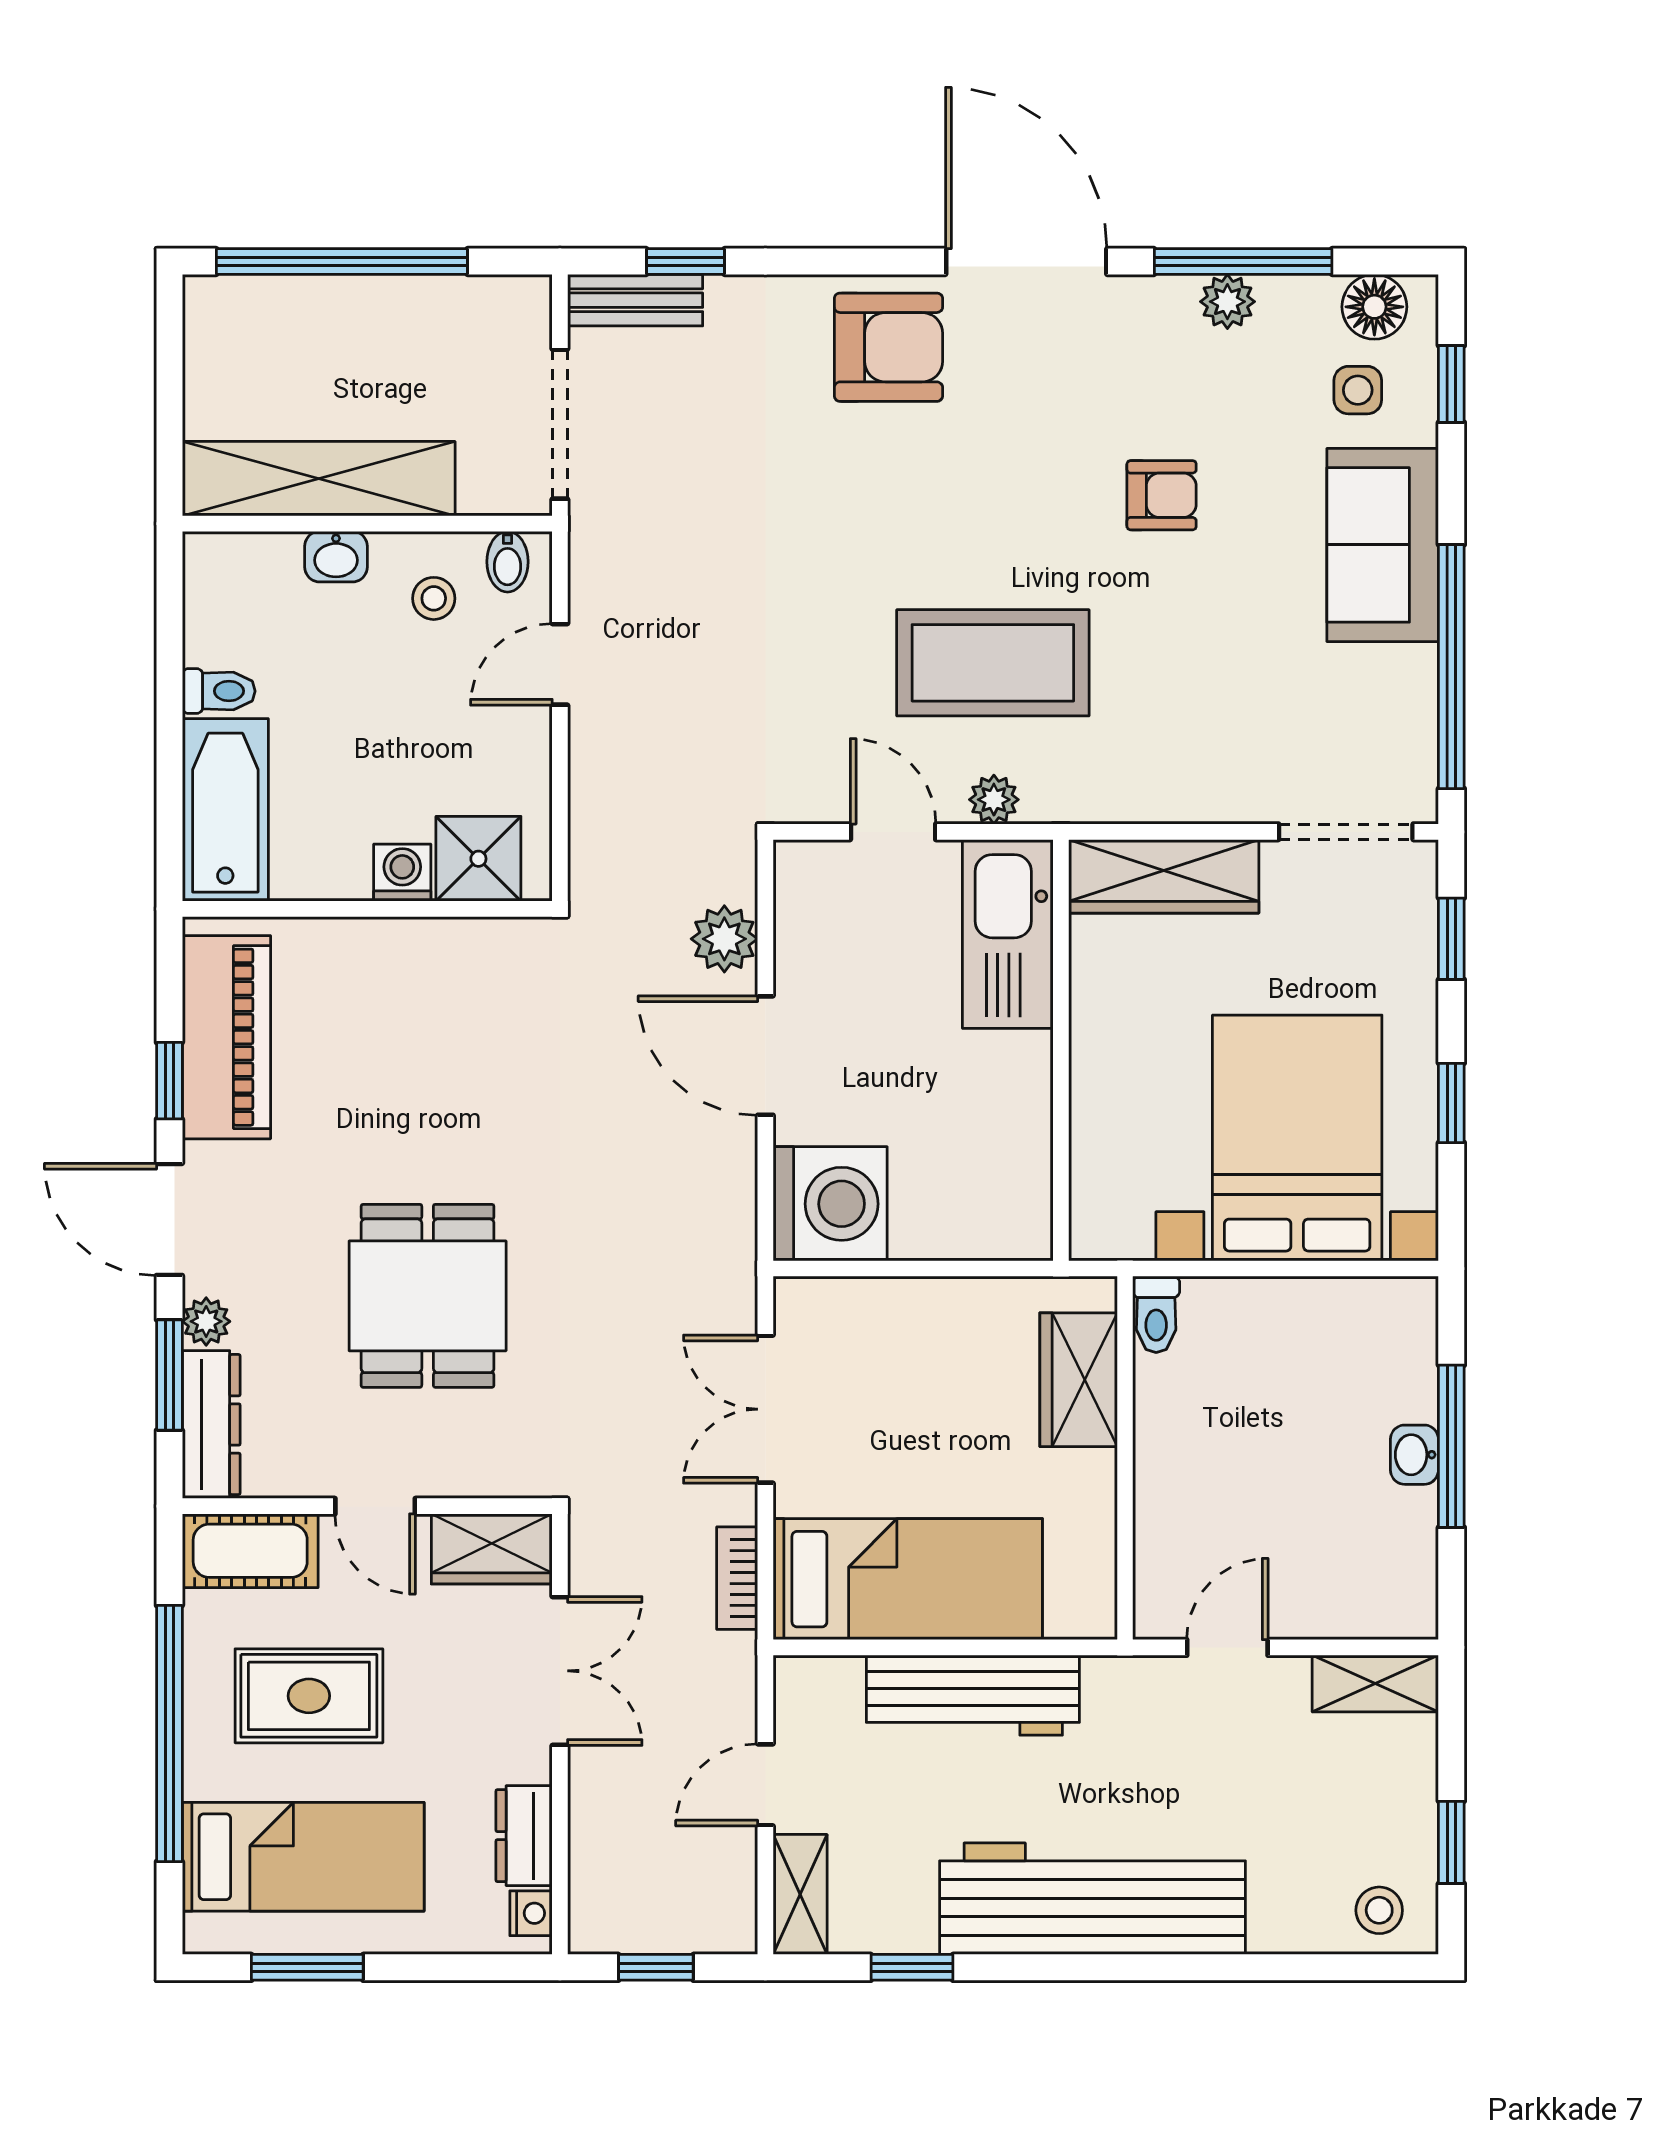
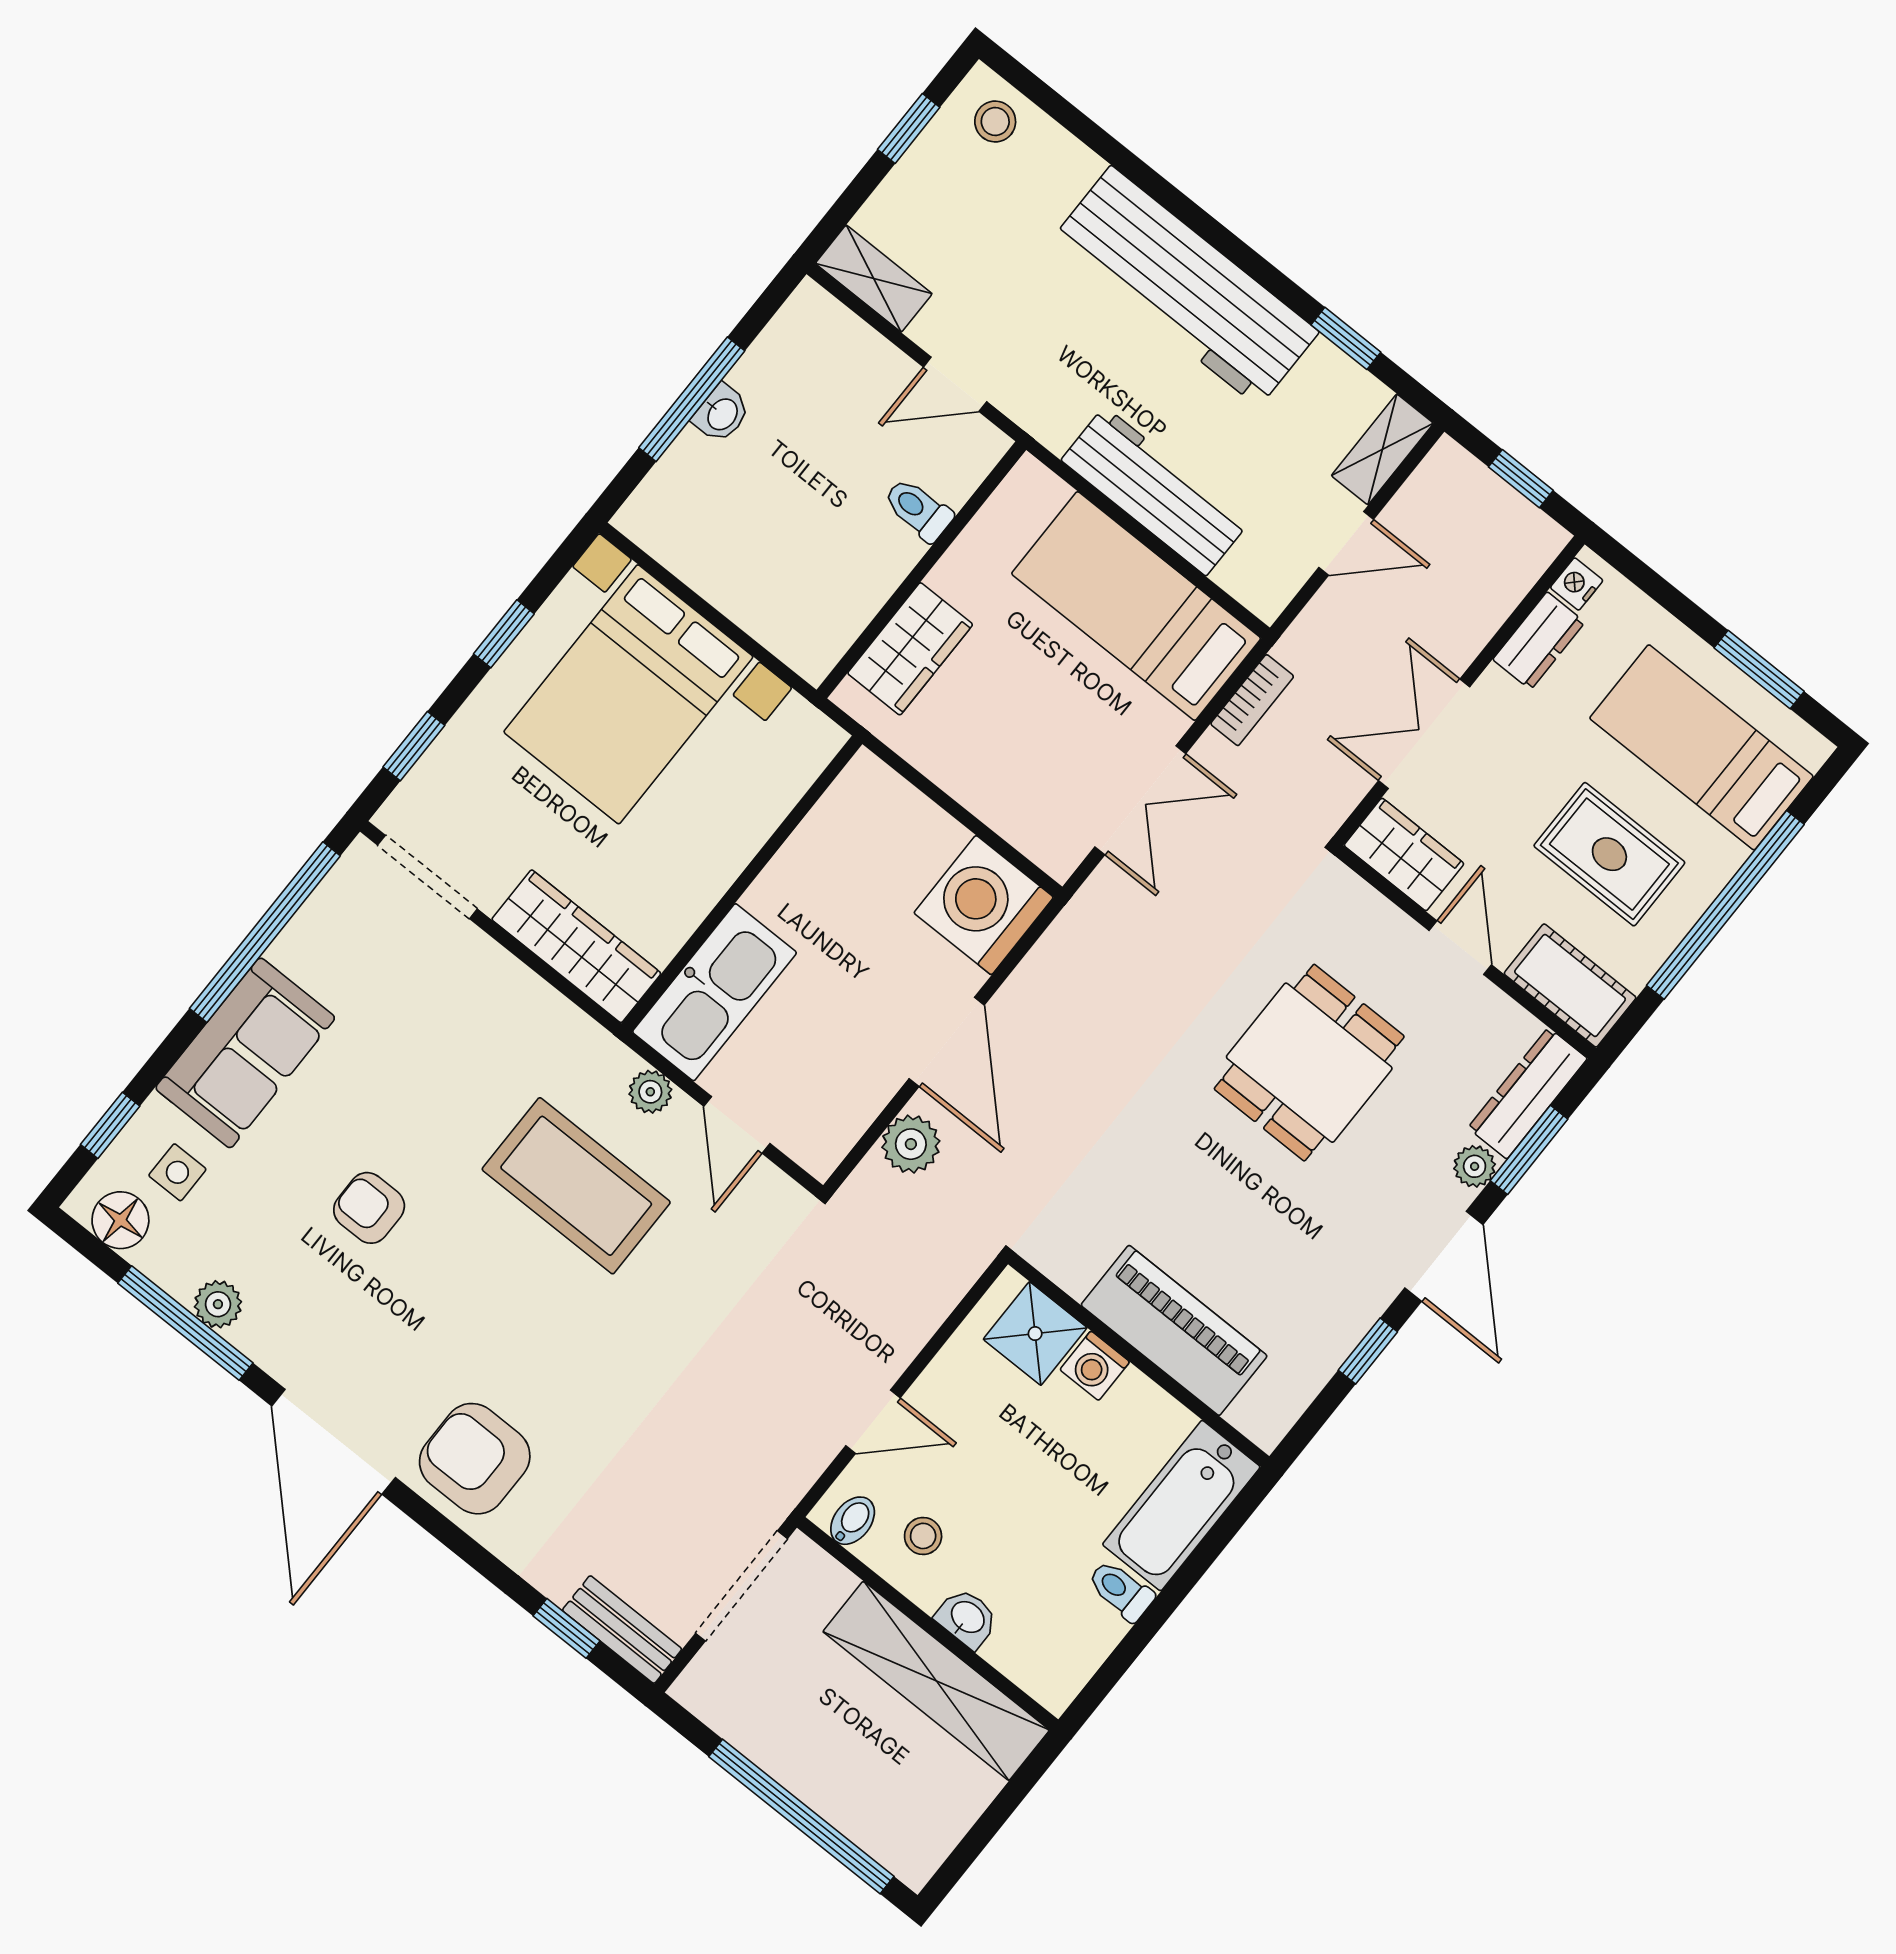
piano: (226, 1037) -> (1174, 1330), moved, turned 90
toilet: (1156, 1314) -> (918, 510), moved, turned -90

